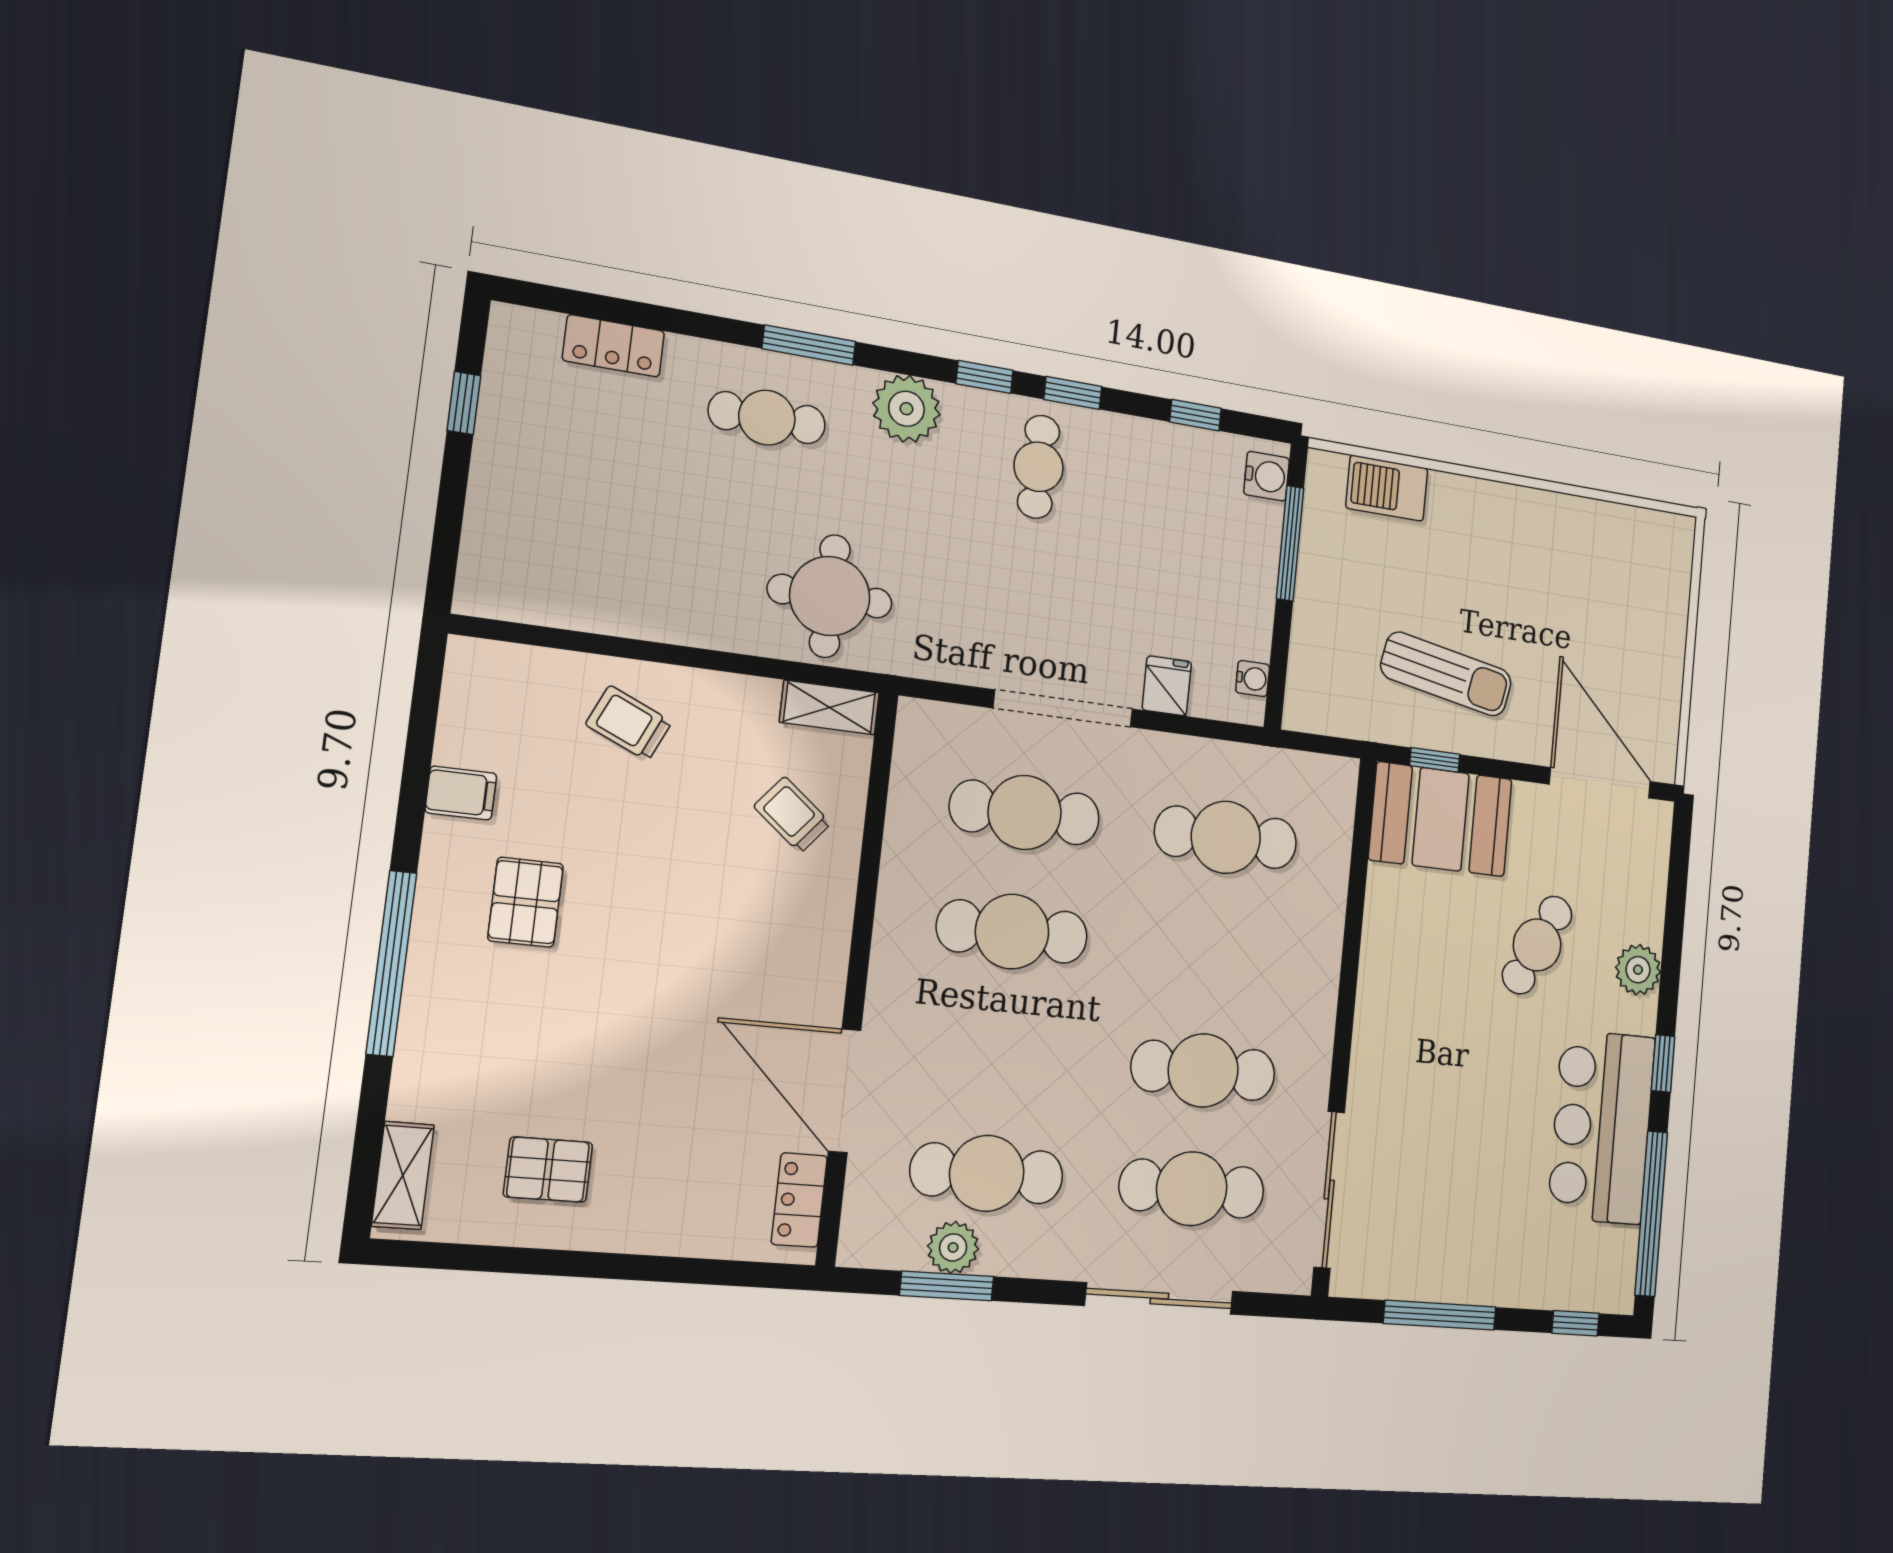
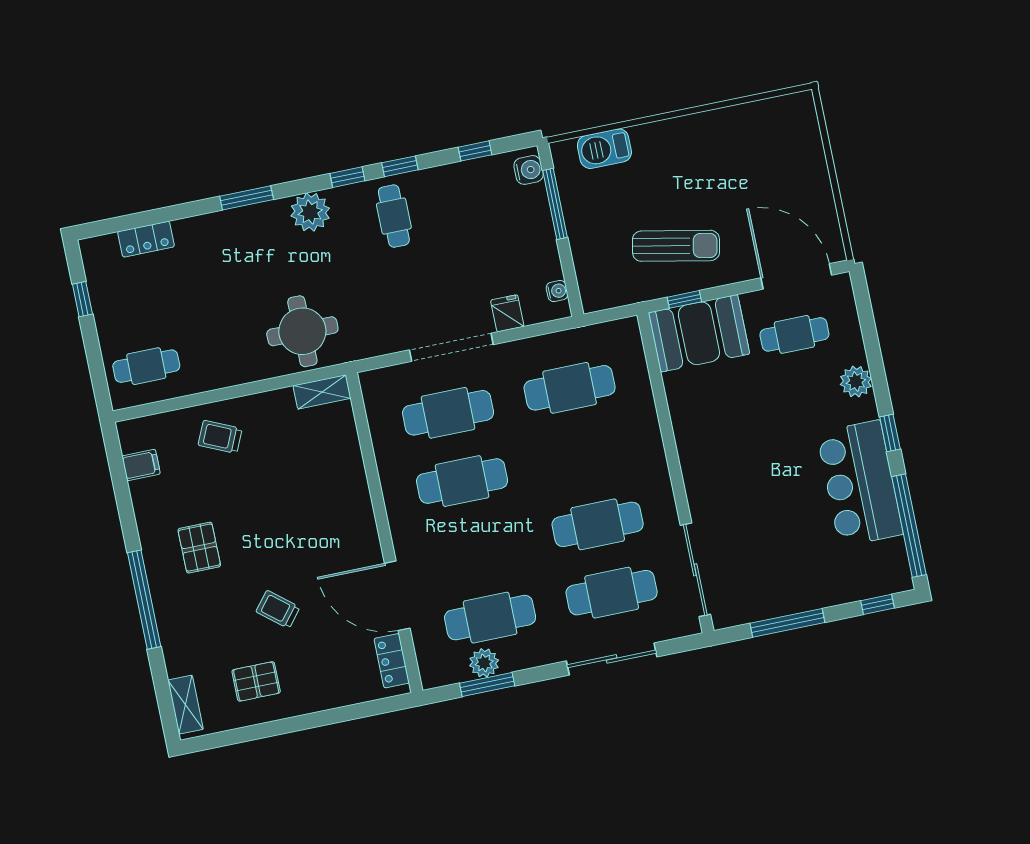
cafe table: (767, 418) -> (146, 366), moved
filing cabinet: (461, 793) -> (141, 465), moved
trolley: (792, 815) -> (278, 609), moved
cafe table: (1537, 945) -> (794, 334), moved, turned 63

